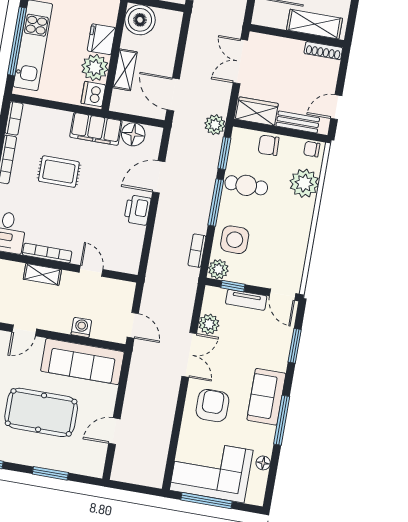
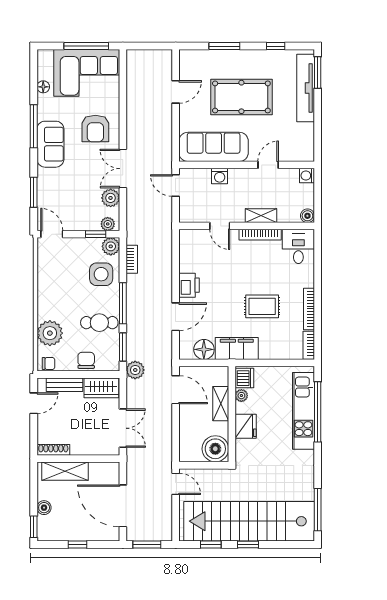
plant: (95, 68) -> (241, 396), width x0.53, depth x0.53
chair: (269, 145) -> (86, 360), turned -88
plant: (217, 295) -> (108, 224), added
tv unit: (246, 300) -> (82, 224), removed

